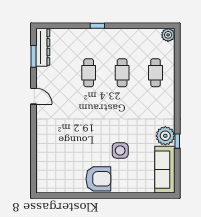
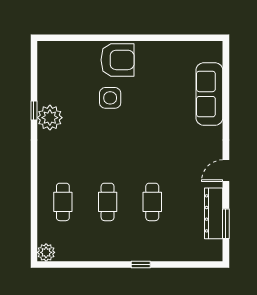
dresser: (43, 47) -> (214, 213), moved
door: (34, 96) -> (226, 171), hinge flipped
sofa: (165, 170) -> (209, 94), moved, turned 180
armchair: (98, 179) -> (117, 60), moved, turned 180

